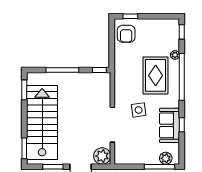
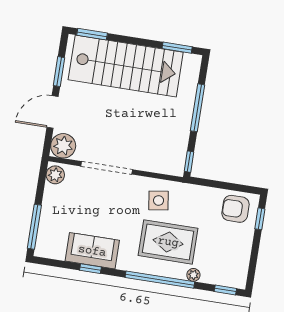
side table: (139, 110) -> (159, 201), moved
plant: (166, 158) -> (55, 175), moved

